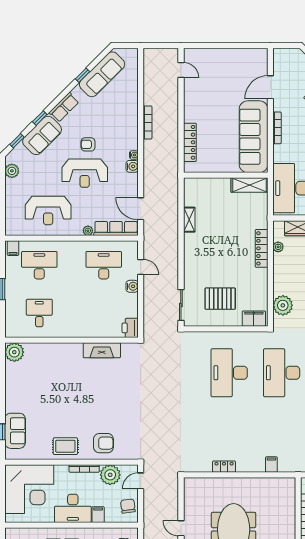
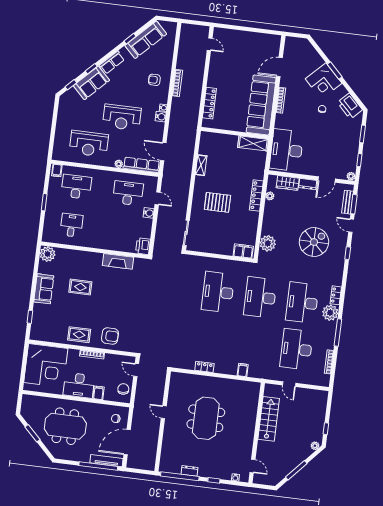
armchair: (88, 144) -> (154, 80), moved
plant: (12, 171) -> (64, 108), removed
pallet: (220, 299) -> (217, 202), moved
rug: (60, 388) -> (80, 287), added
sofa: (15, 431) -> (44, 289), moved
plant: (110, 475) -> (112, 362), removed
door: (141, 481) -> (136, 370), hinge flipped

